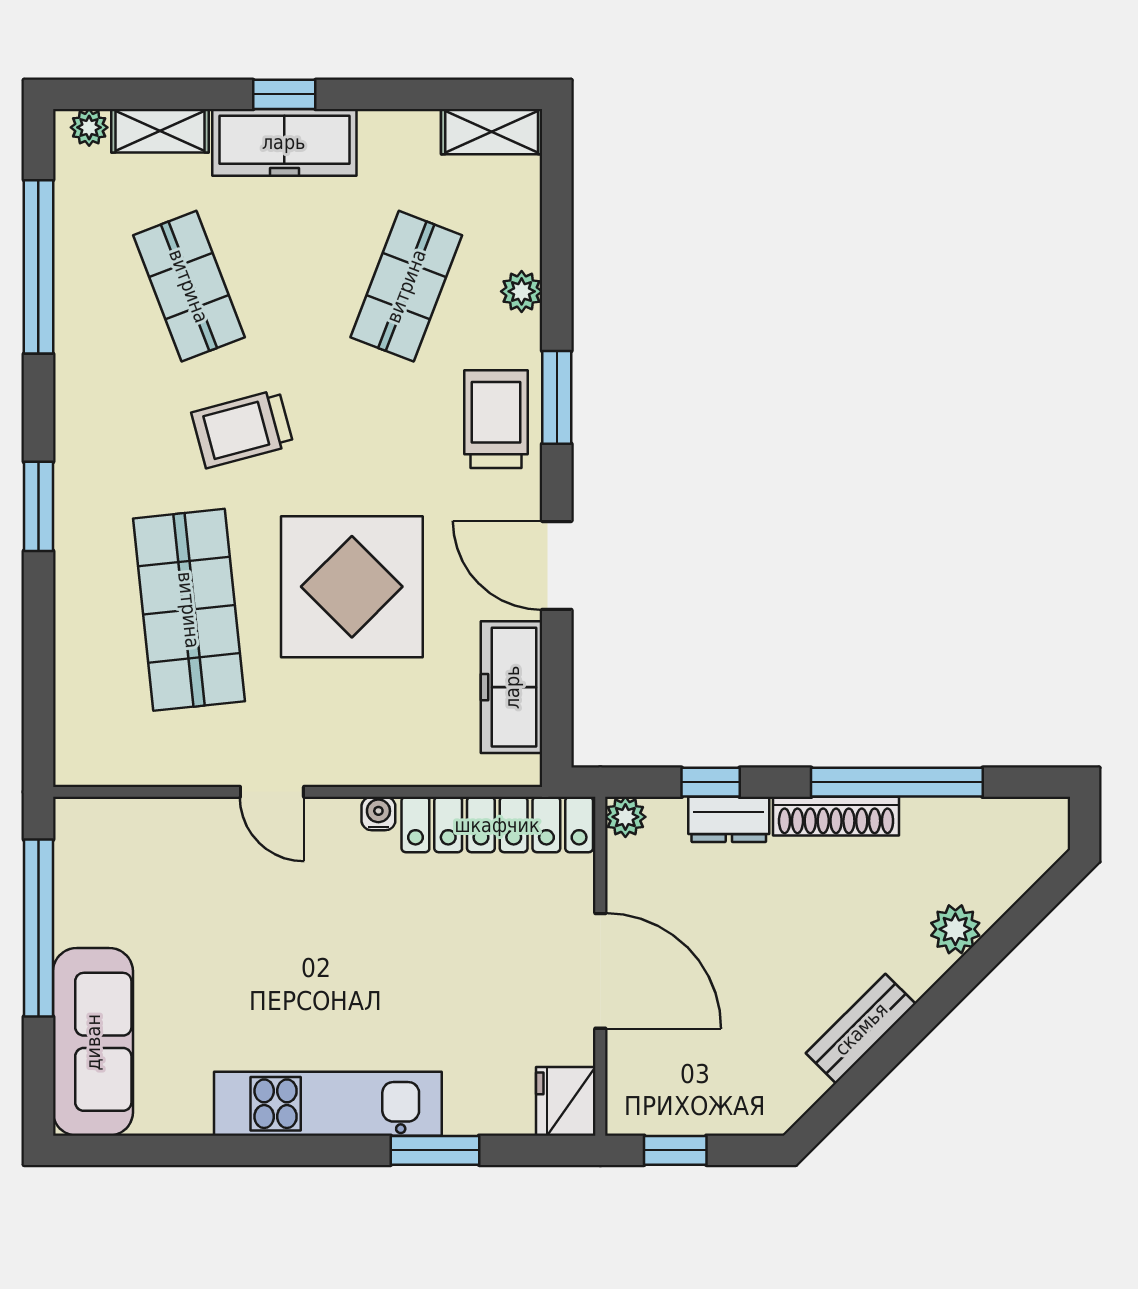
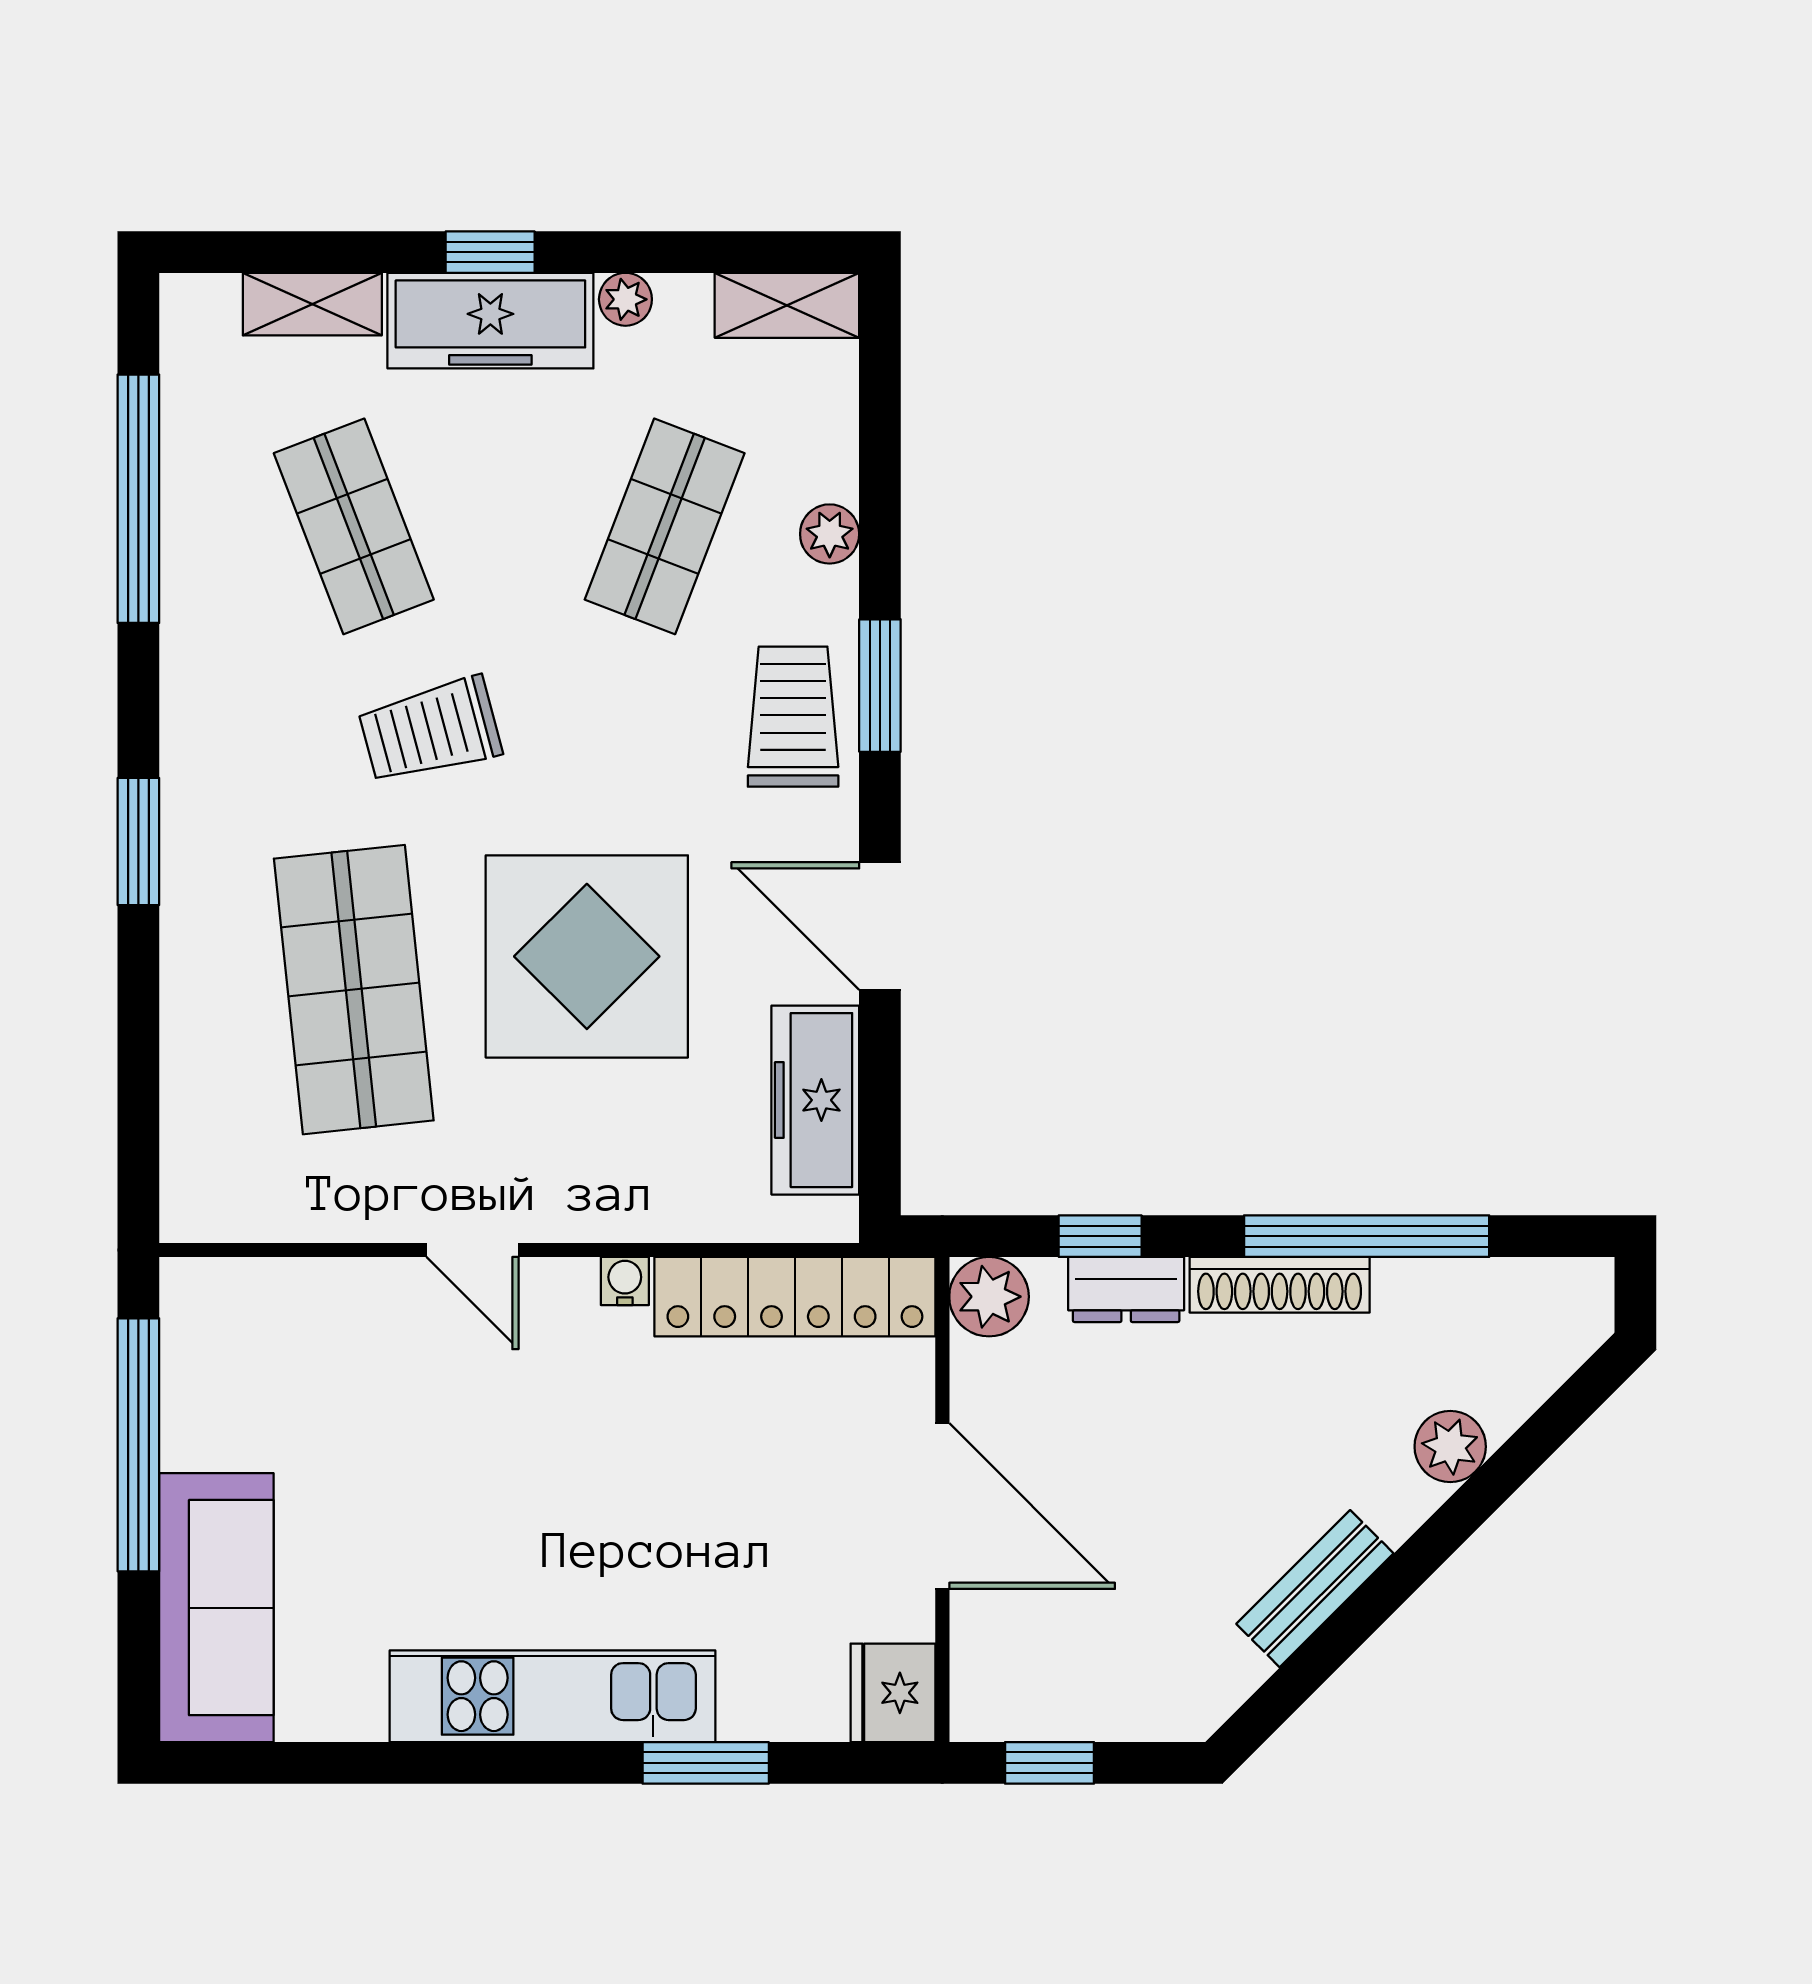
plant: (89, 127) -> (625, 299), moved
plant: (625, 817) -> (989, 1297), width x1.38, depth x1.38

